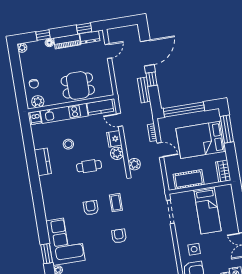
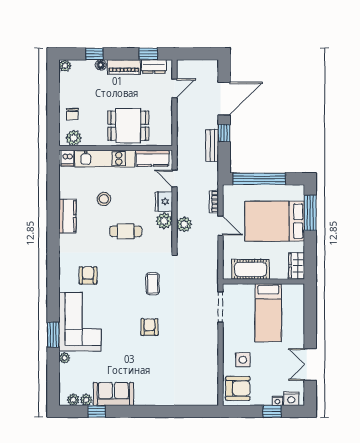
plant: (134, 164) -> (184, 224), moved
armchair: (91, 208) -> (88, 275), moved

